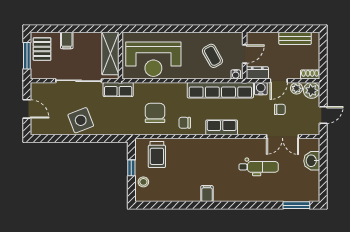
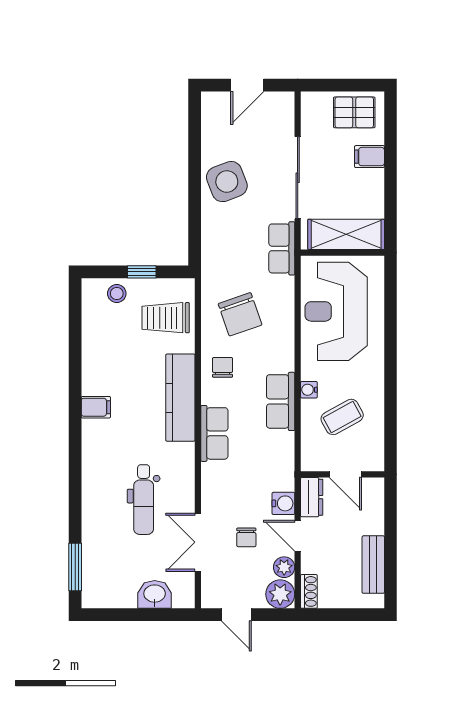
window: (27, 56) -> (342, 85), removed
water cooler: (236, 74) -> (309, 390), moved
row of seats: (220, 90) -> (281, 401), width x0.50
chair: (155, 113) -> (240, 314), turned 71
kitchen counter: (202, 146) -> (180, 398), added

